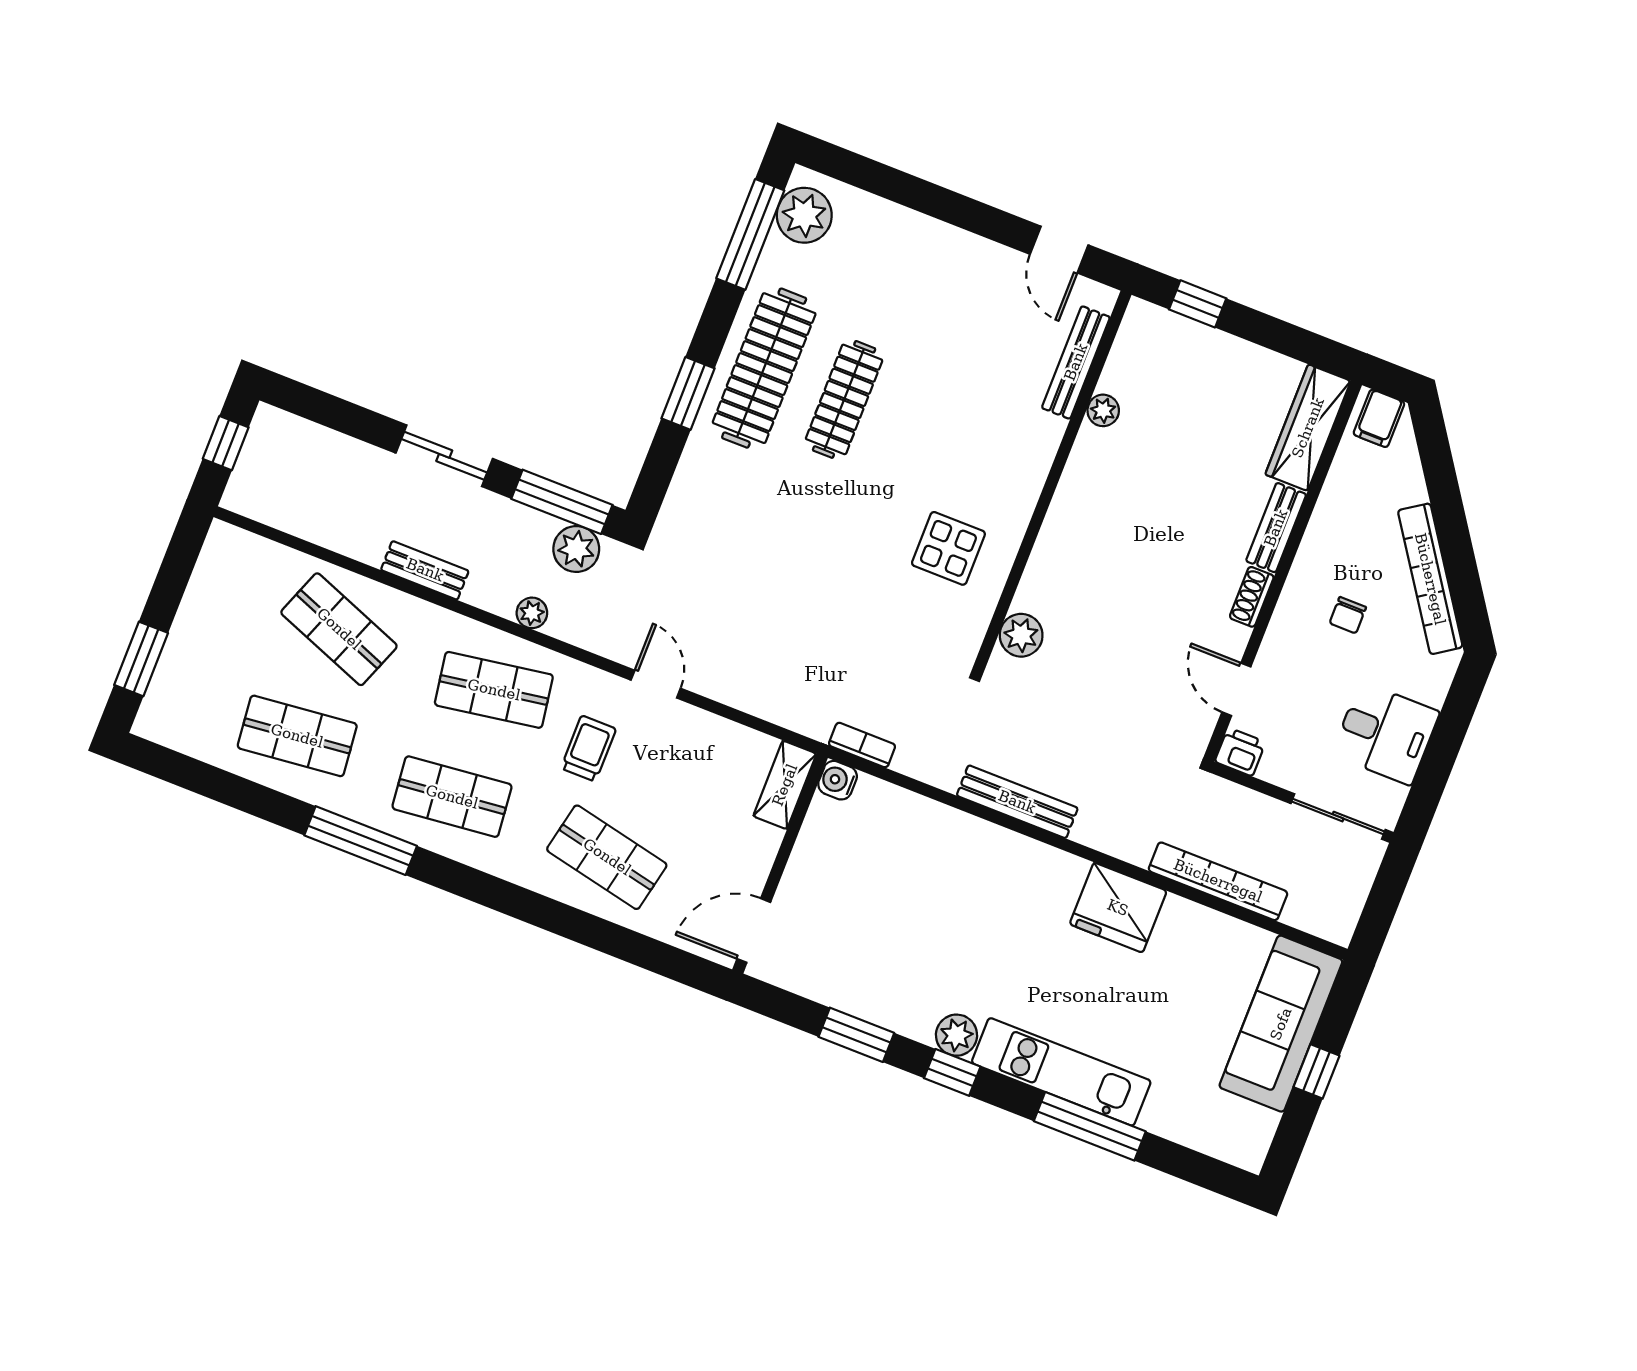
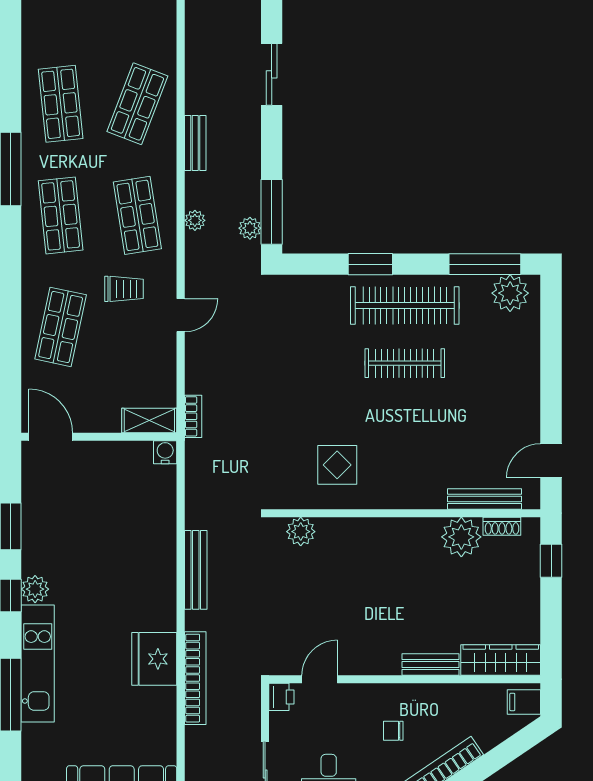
plant: (1103, 410) -> (461, 537), width x1.88, depth x1.88
sliding door: (444, 456) -> (272, 74), moved
plant: (576, 549) -> (250, 228), width x0.73, depth x0.73
shoe rack: (1252, 597) -> (502, 526), moved, turned 180
bookcase: (862, 745) -> (193, 416), moved
bookcase: (1218, 881) -> (195, 678), moved

